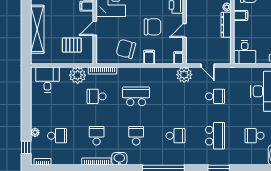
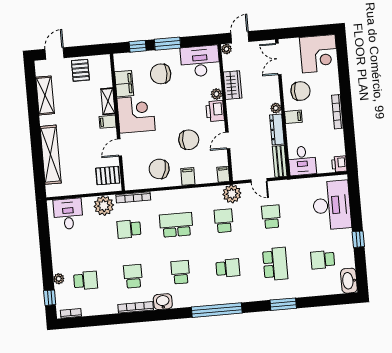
pallet: (72, 45) -> (108, 176), moved
bench: (226, 51) -> (280, 161), added
school desk: (176, 96) -> (224, 221), added
school desk: (215, 96) -> (271, 217), turned -90

